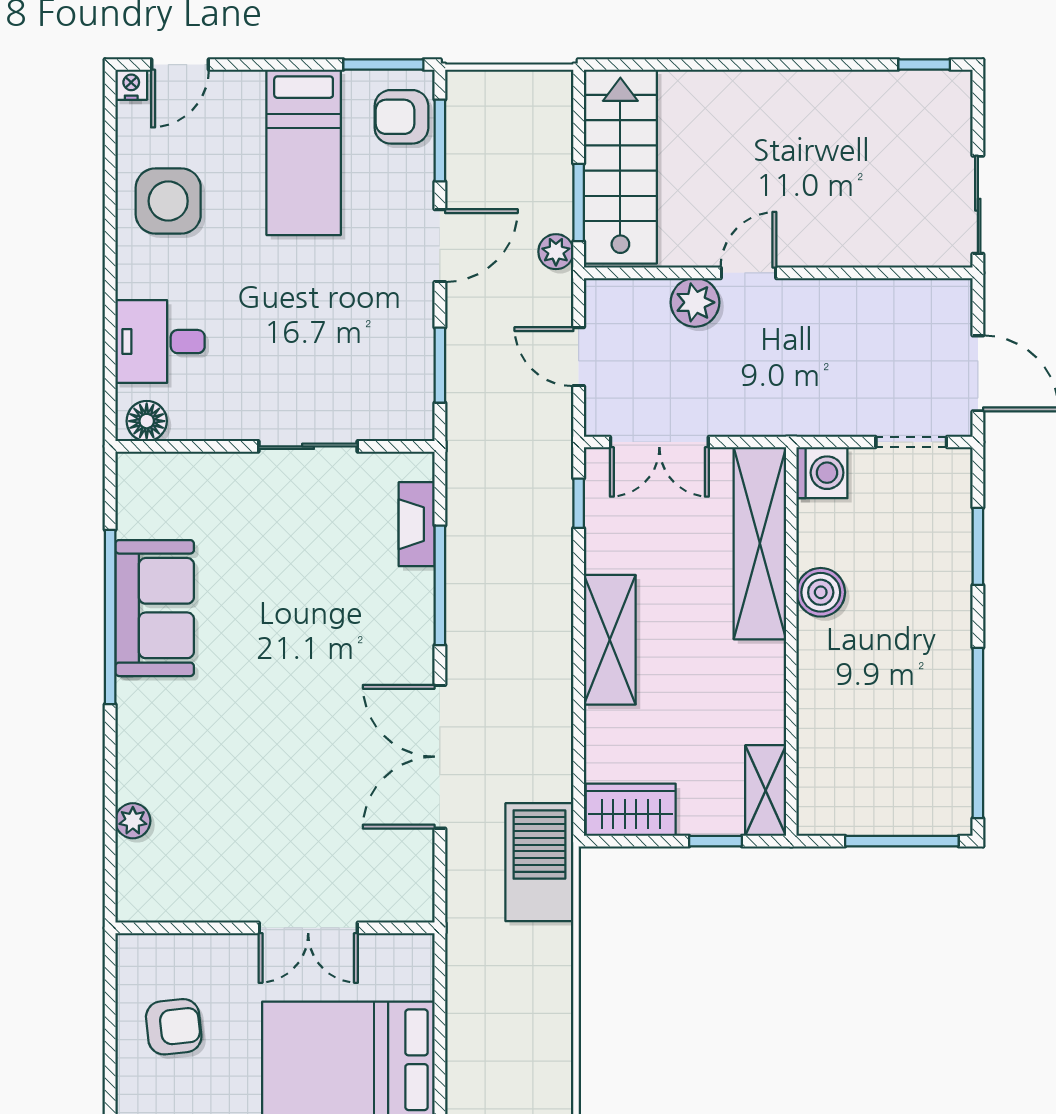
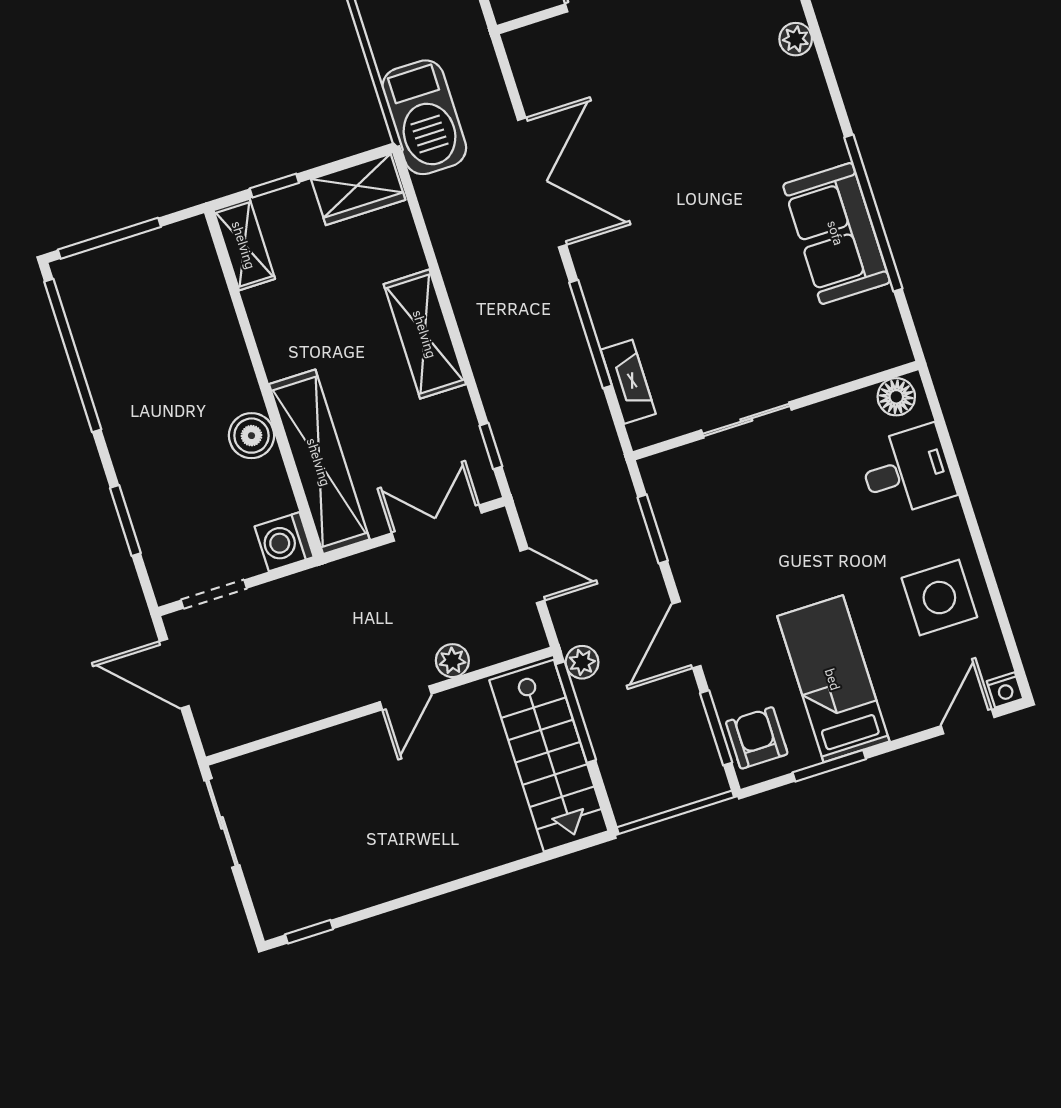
window: (383, 65) -> (829, 766), moved
armchair: (401, 117) -> (757, 738), turned -90
window: (579, 202) -> (576, 712), width x1.44
plant: (695, 302) -> (452, 661), width x0.73, depth x0.73

